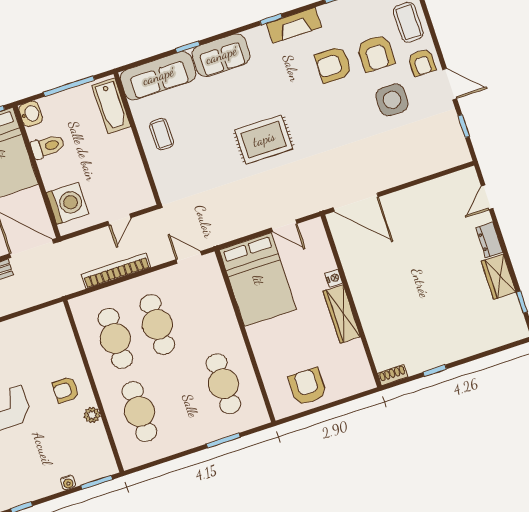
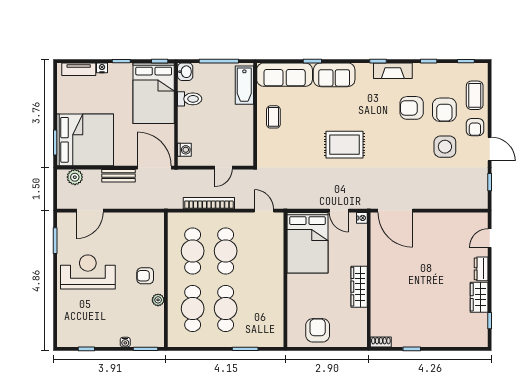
washing machine: (67, 203) -> (184, 150), width x0.53, depth x0.53
nightstand: (334, 278) -> (362, 218), moved
cafe table: (223, 384) -> (226, 309), moved

